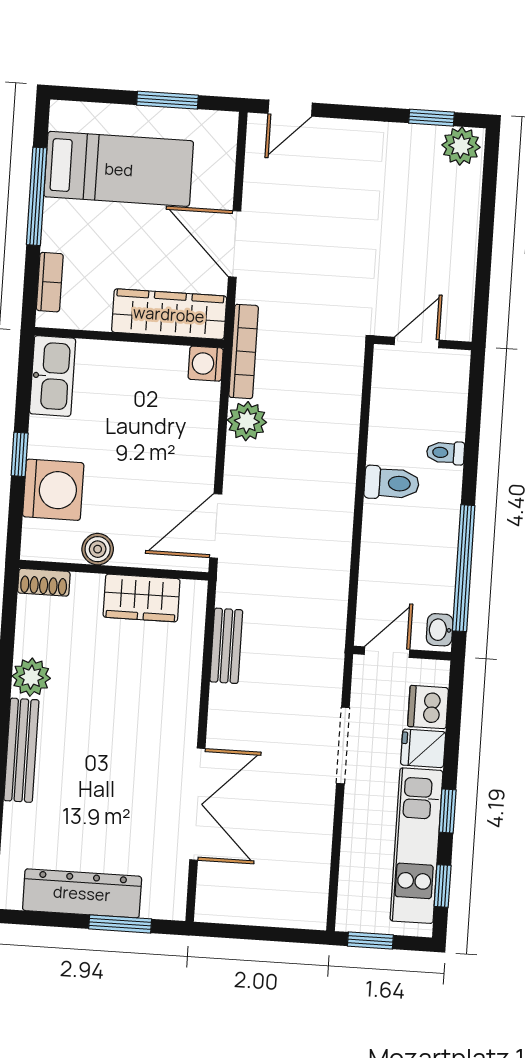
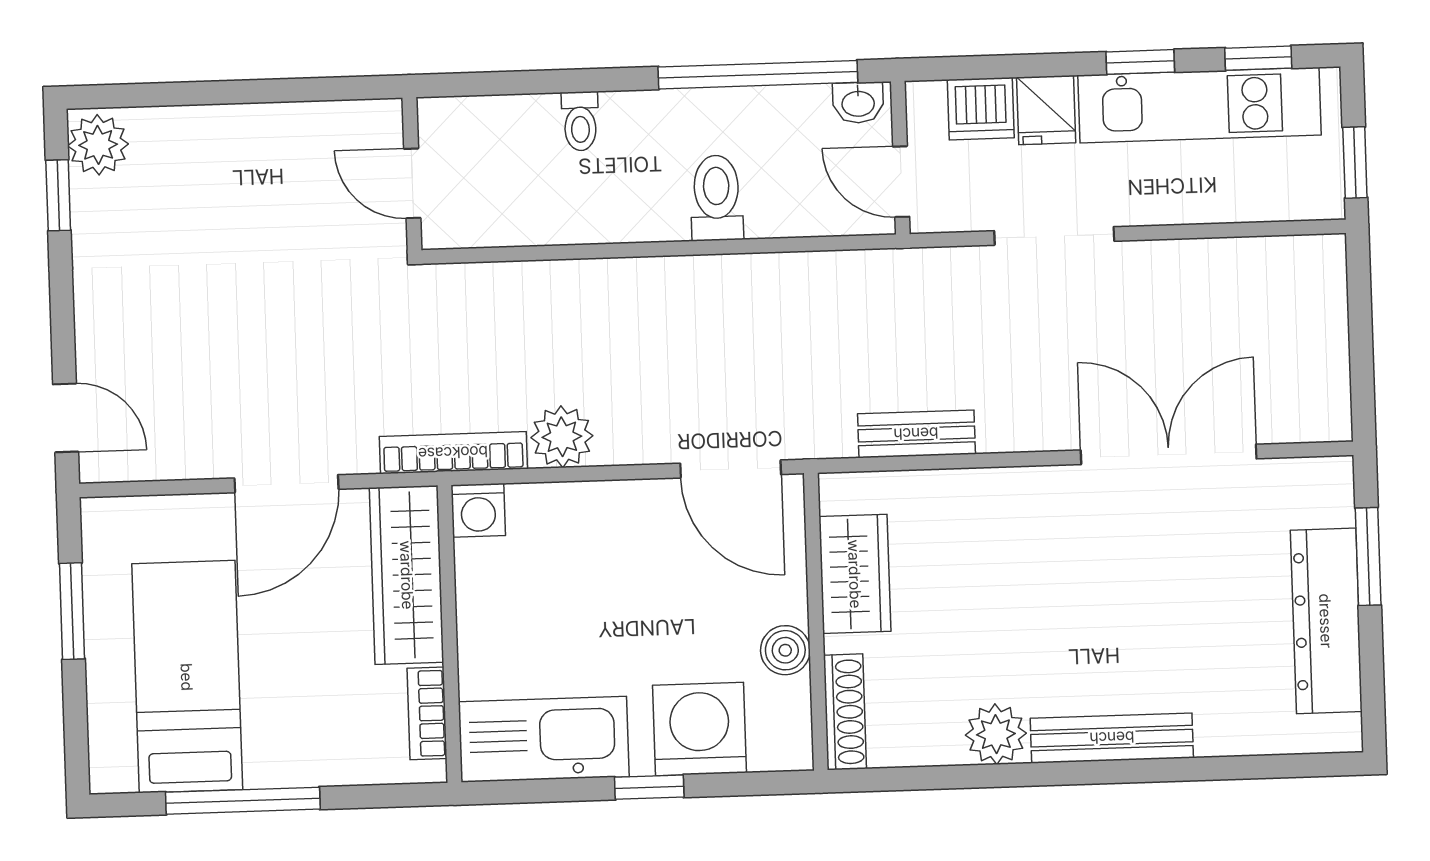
bookcase: (50, 282) -> (427, 713), moved, turned -90
kitchen sink: (53, 376) -> (544, 739), width x1.36, depth x1.24
toilet: (392, 483) -> (717, 198), moved
shoe rack: (44, 582) -> (845, 712), width x1.43

